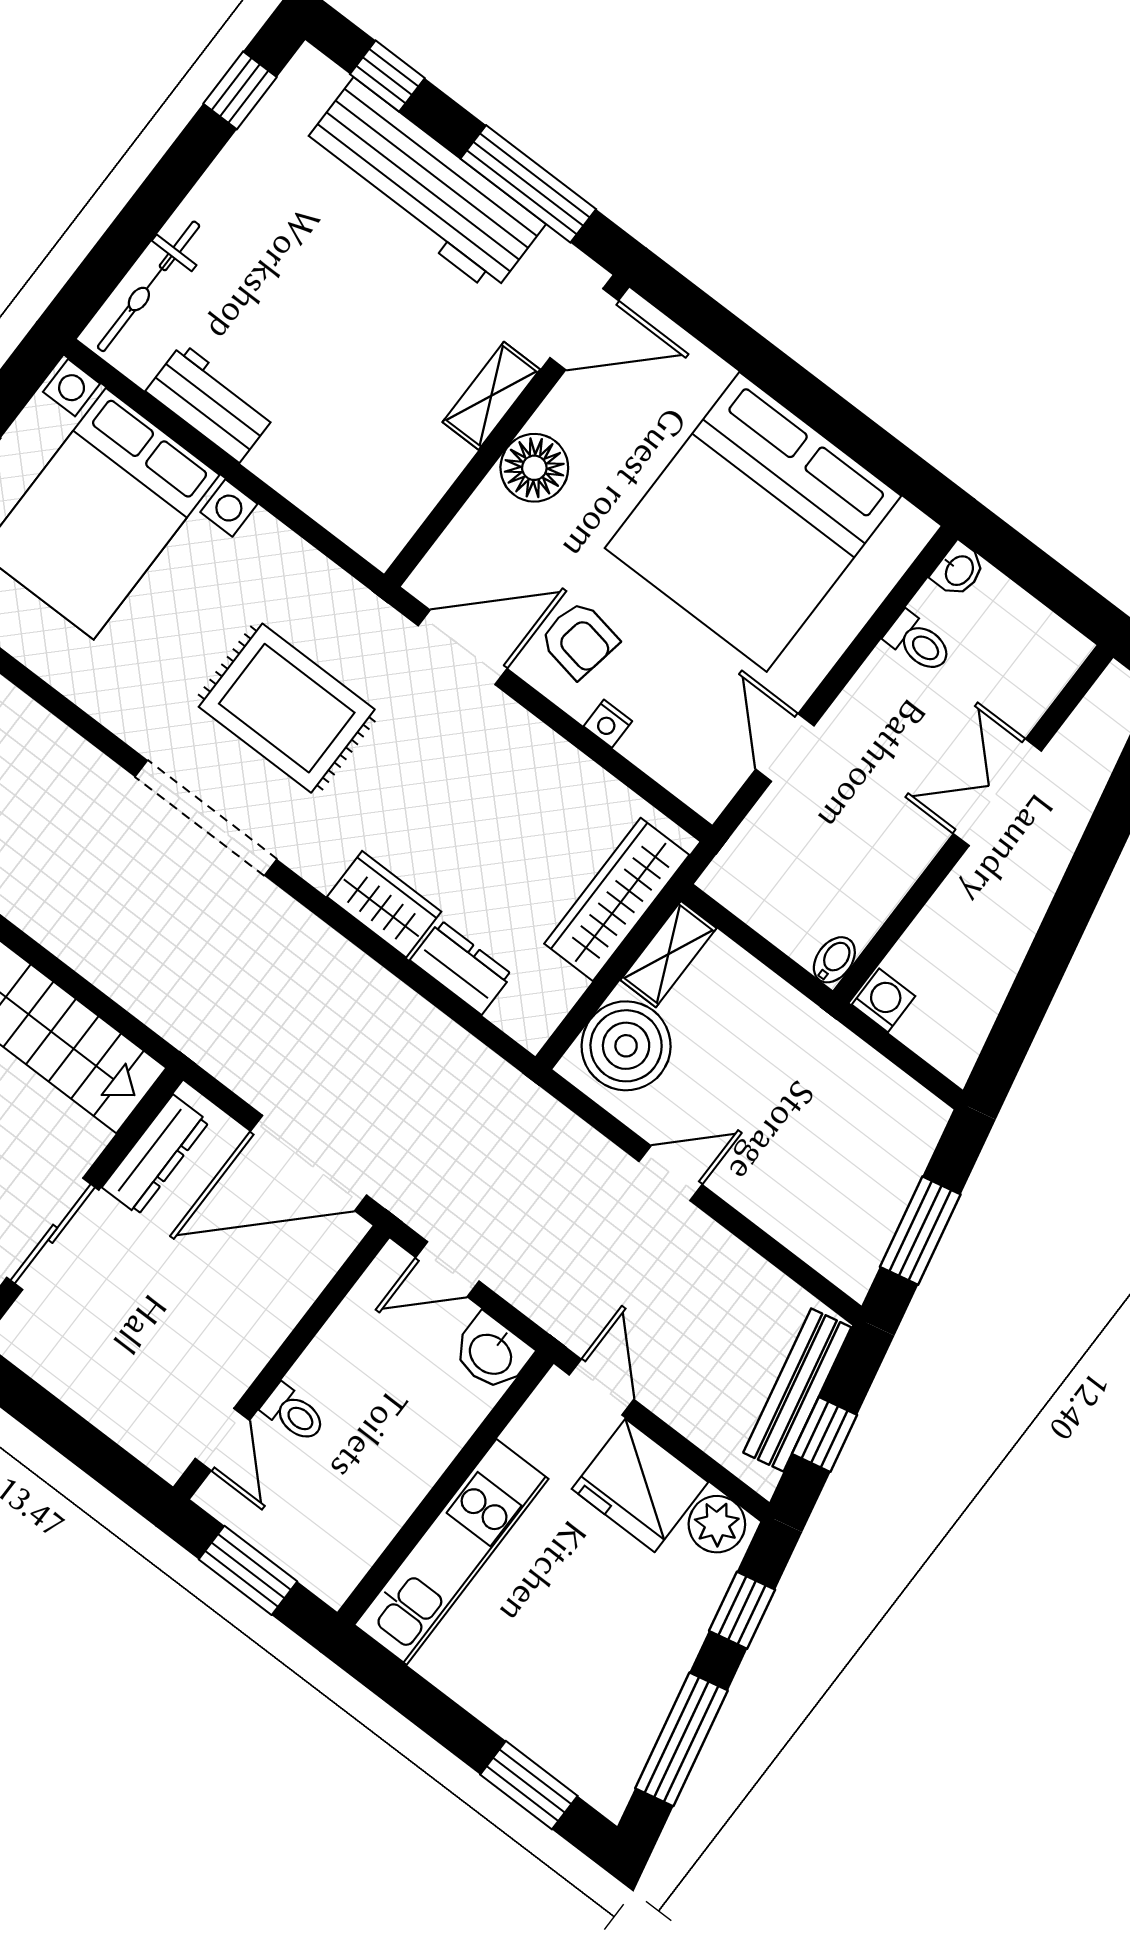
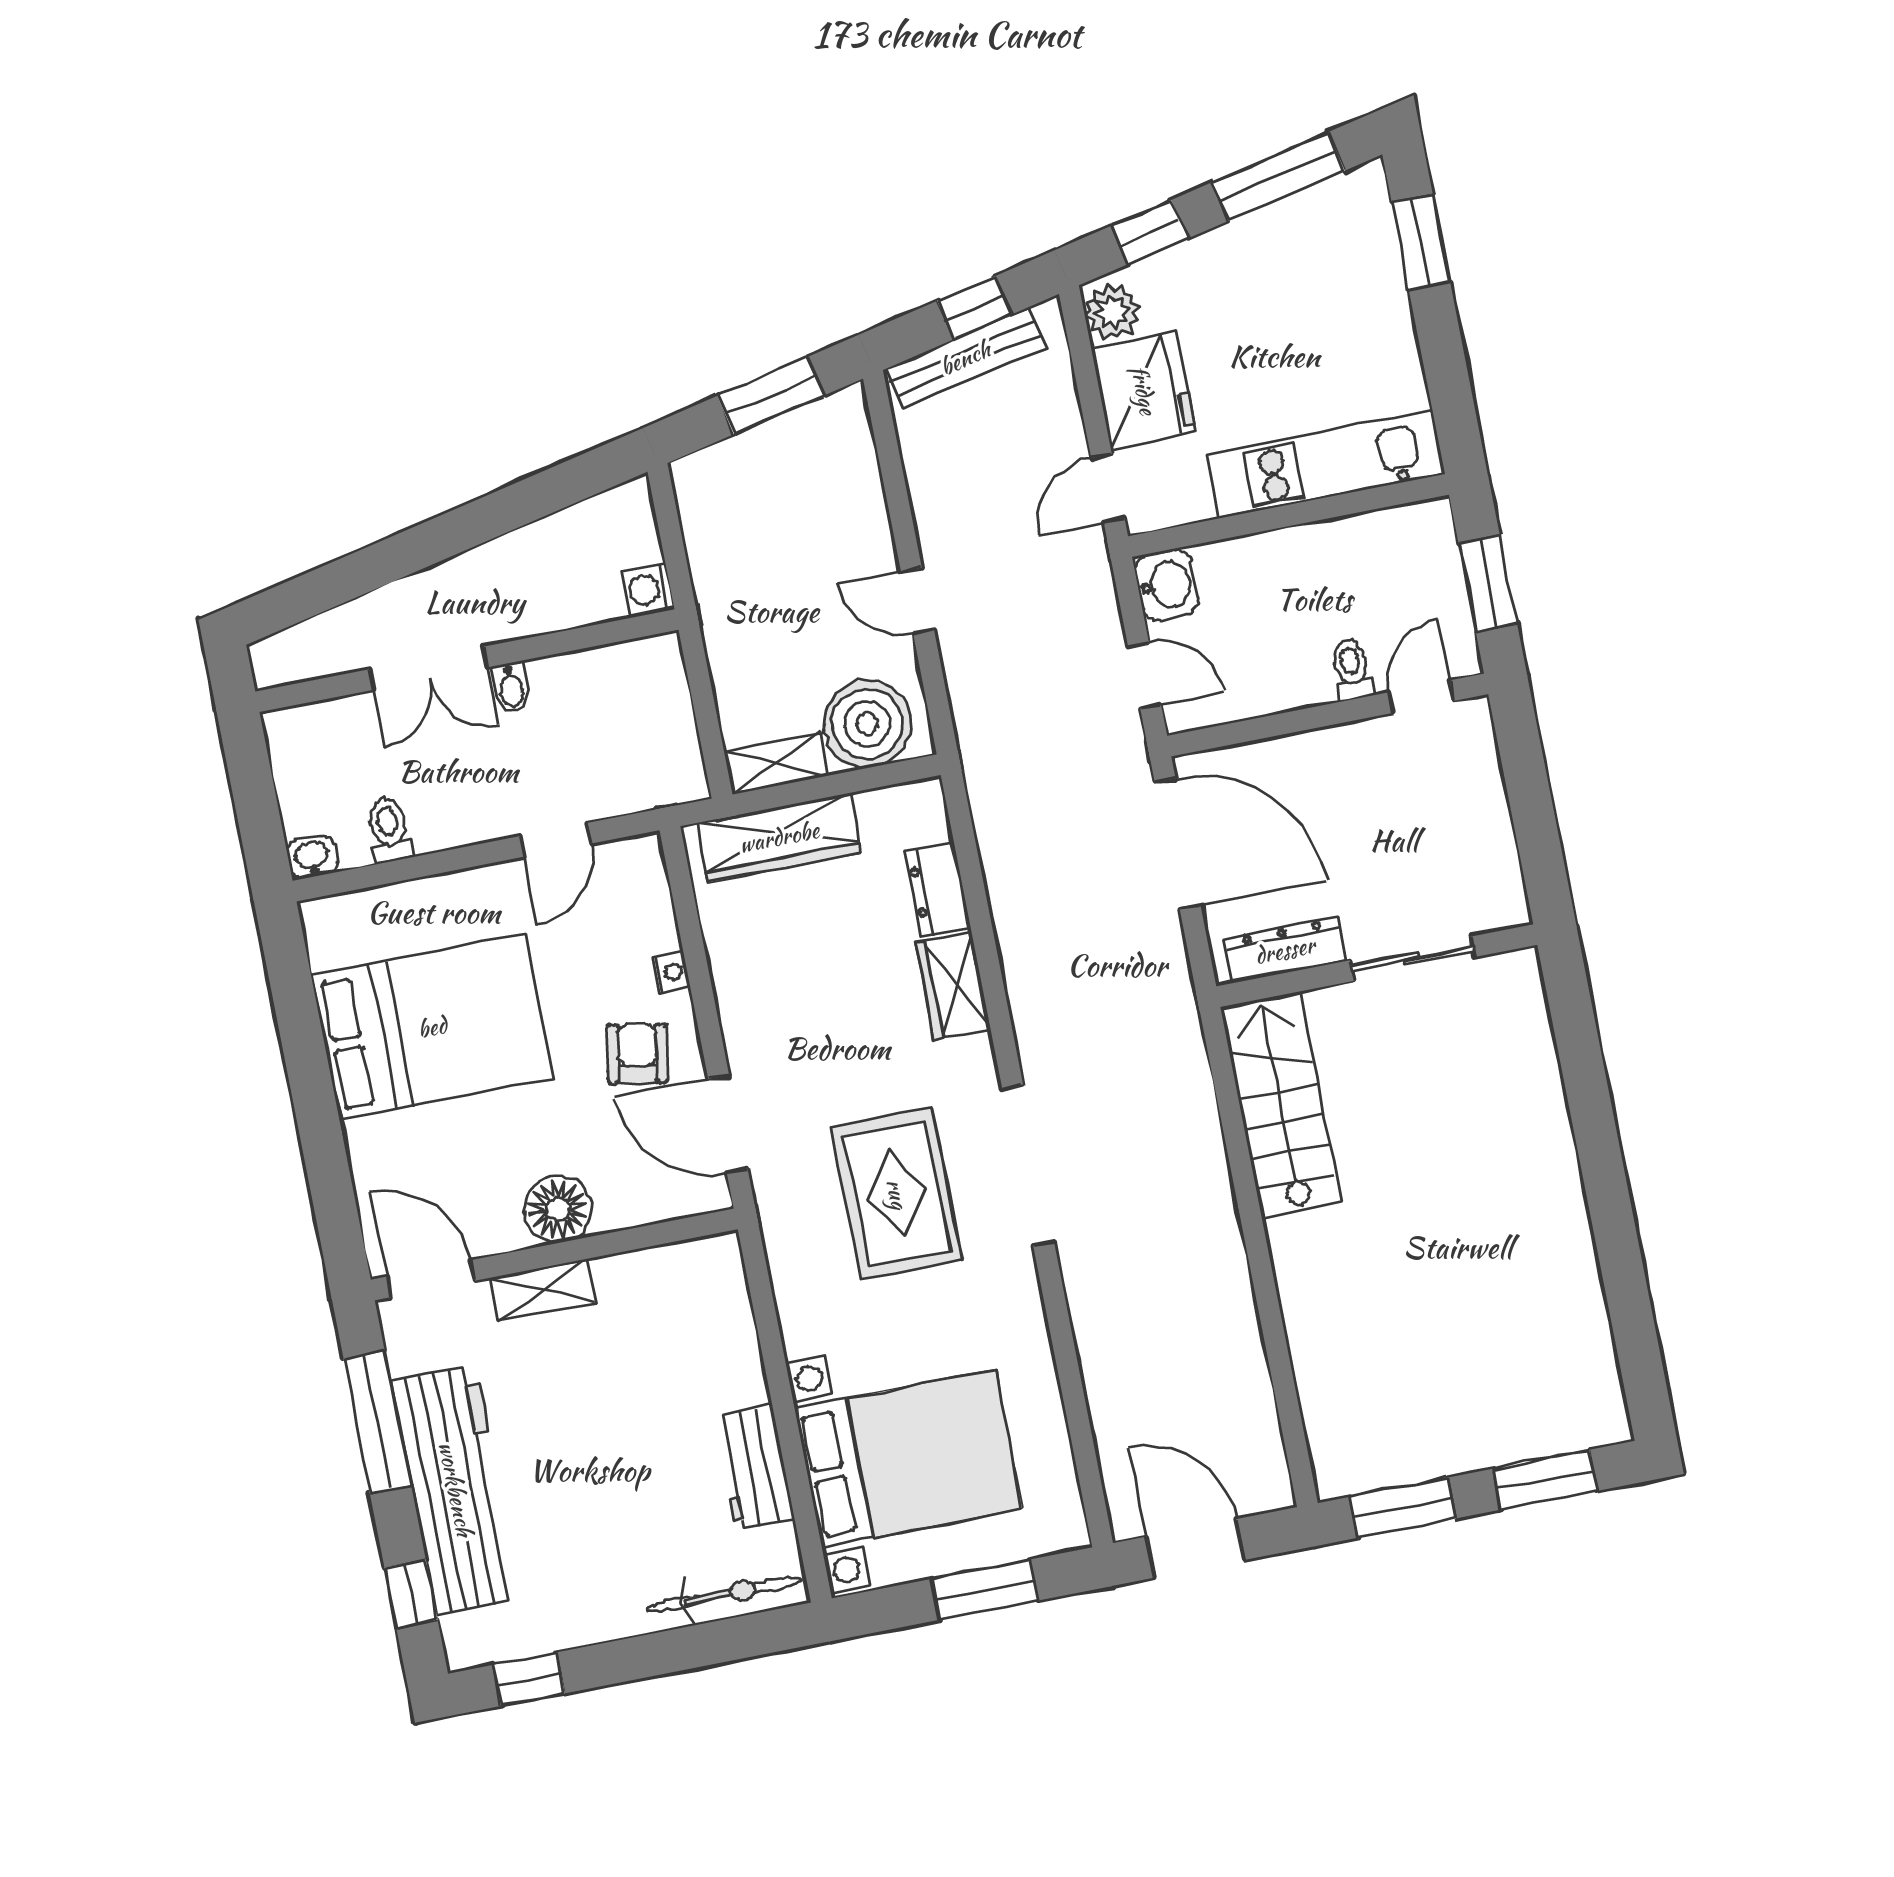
bed: (753, 522) -> (432, 1027), width x0.73
bidet: (834, 960) -> (511, 688), moved, turned -90

